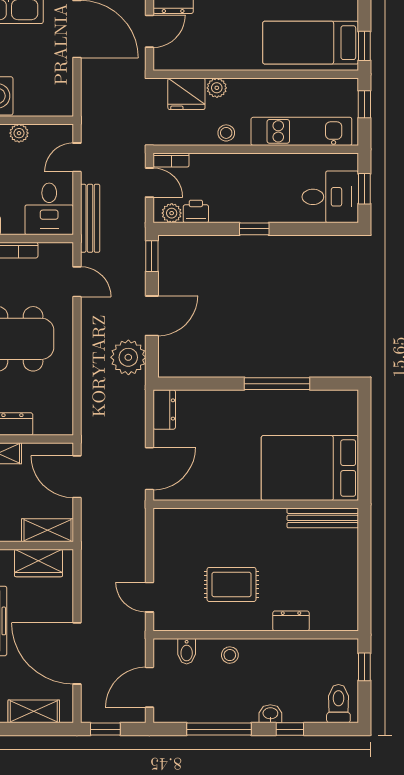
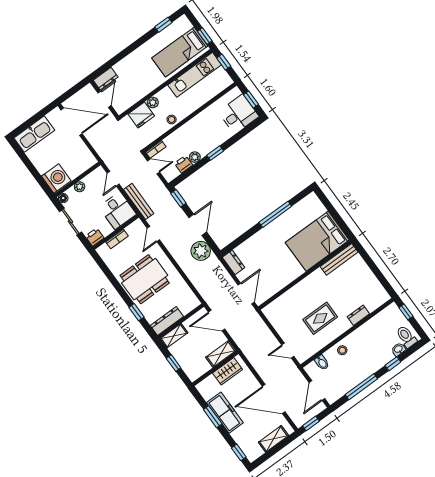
kitchen unit: (301, 131) -> (195, 75), moved, turned 180
plant: (172, 213) -> (195, 157), moved
door: (77, 282) -> (153, 234), swing flipped
washbasin: (270, 714) -> (398, 349), moved

